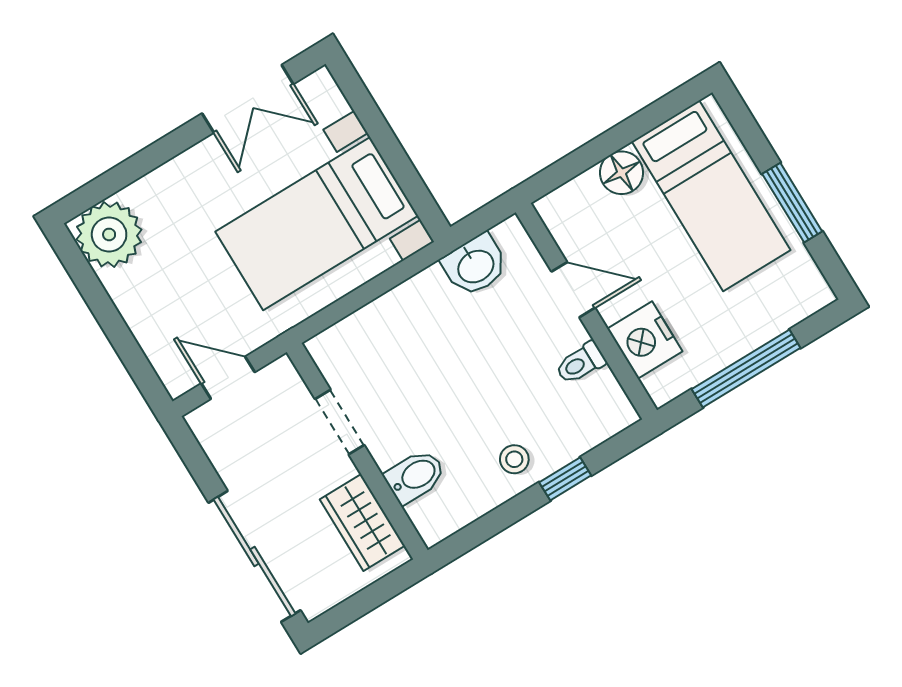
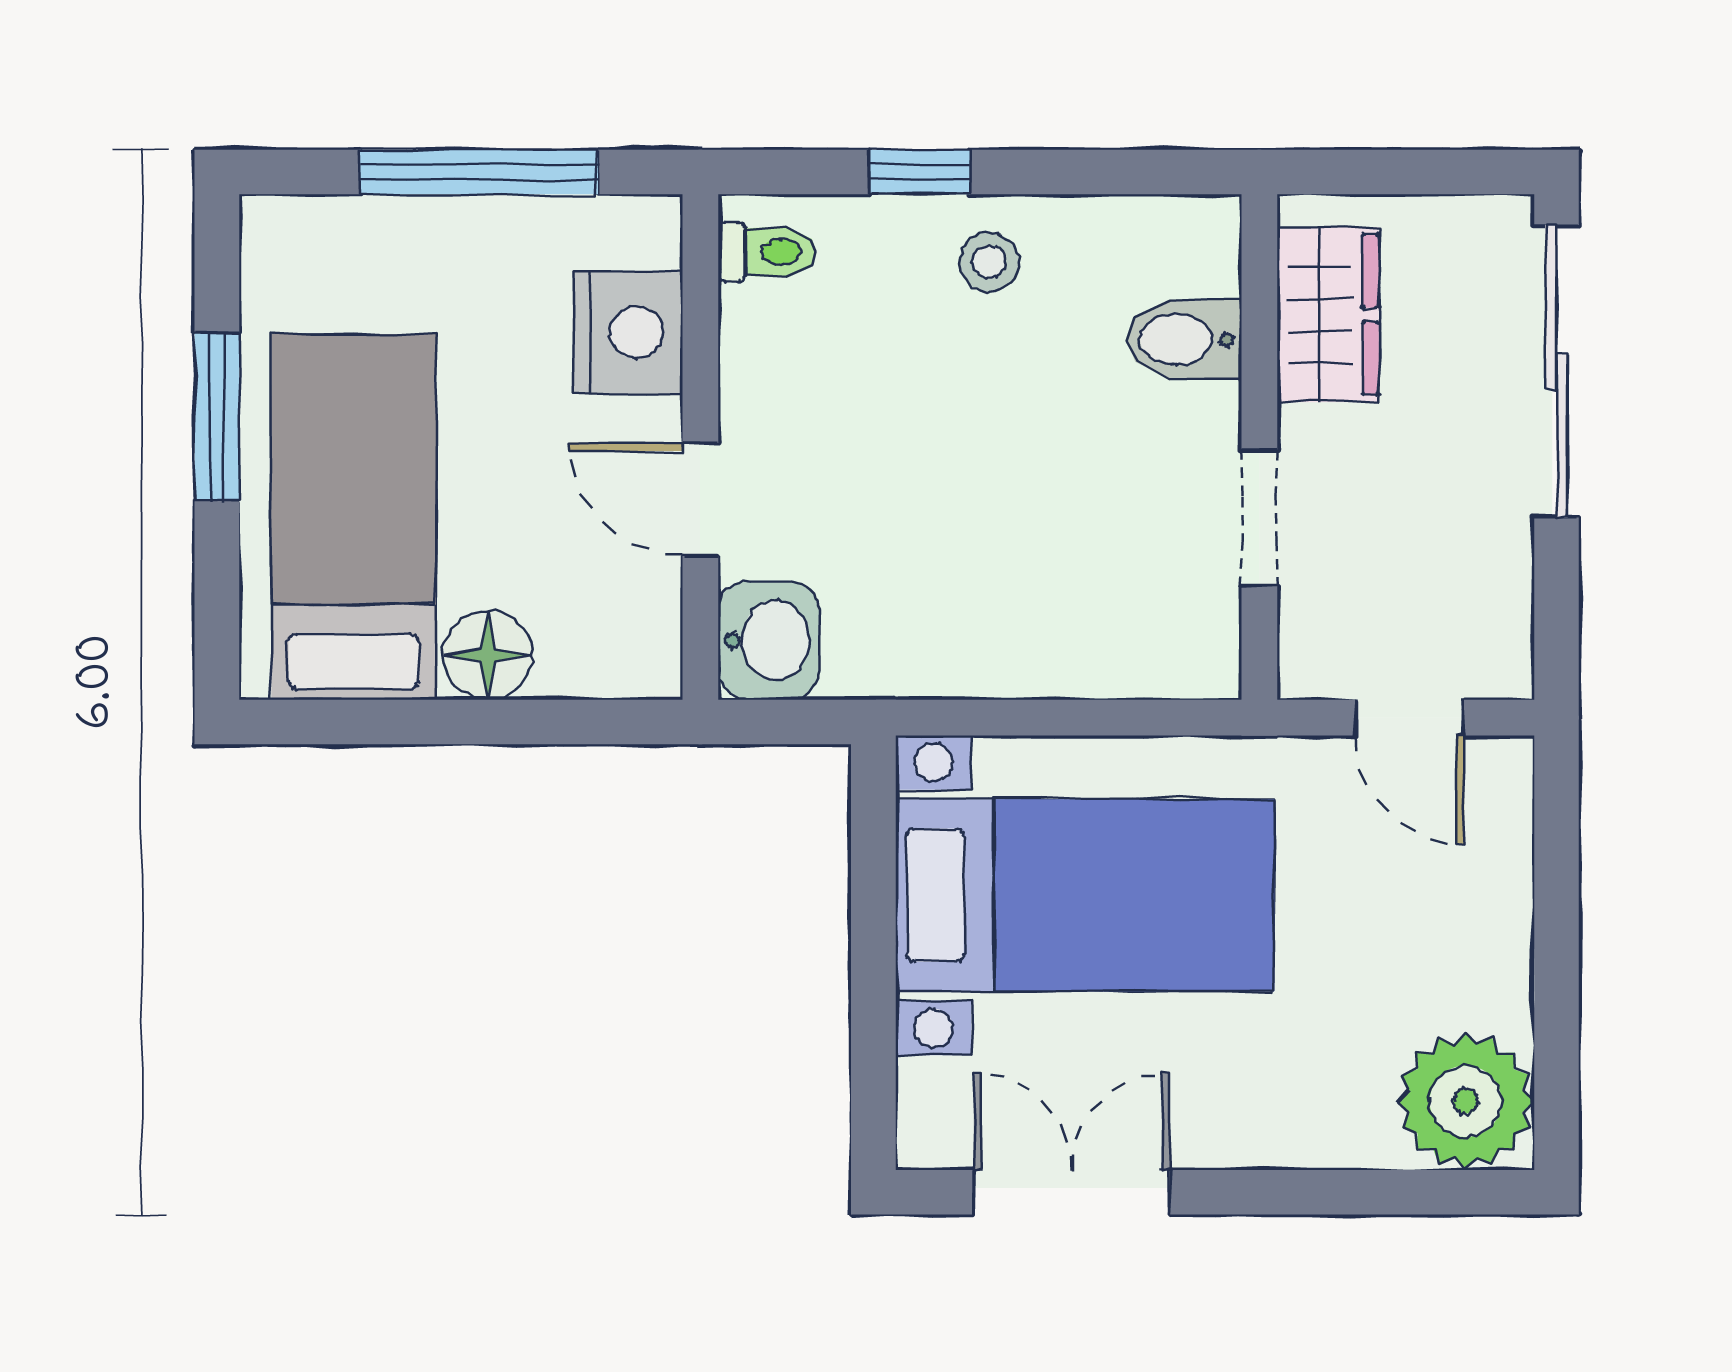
washbasin: (475, 265) -> (769, 640), moved, turned 90
toilet: (581, 363) -> (767, 252), moved

